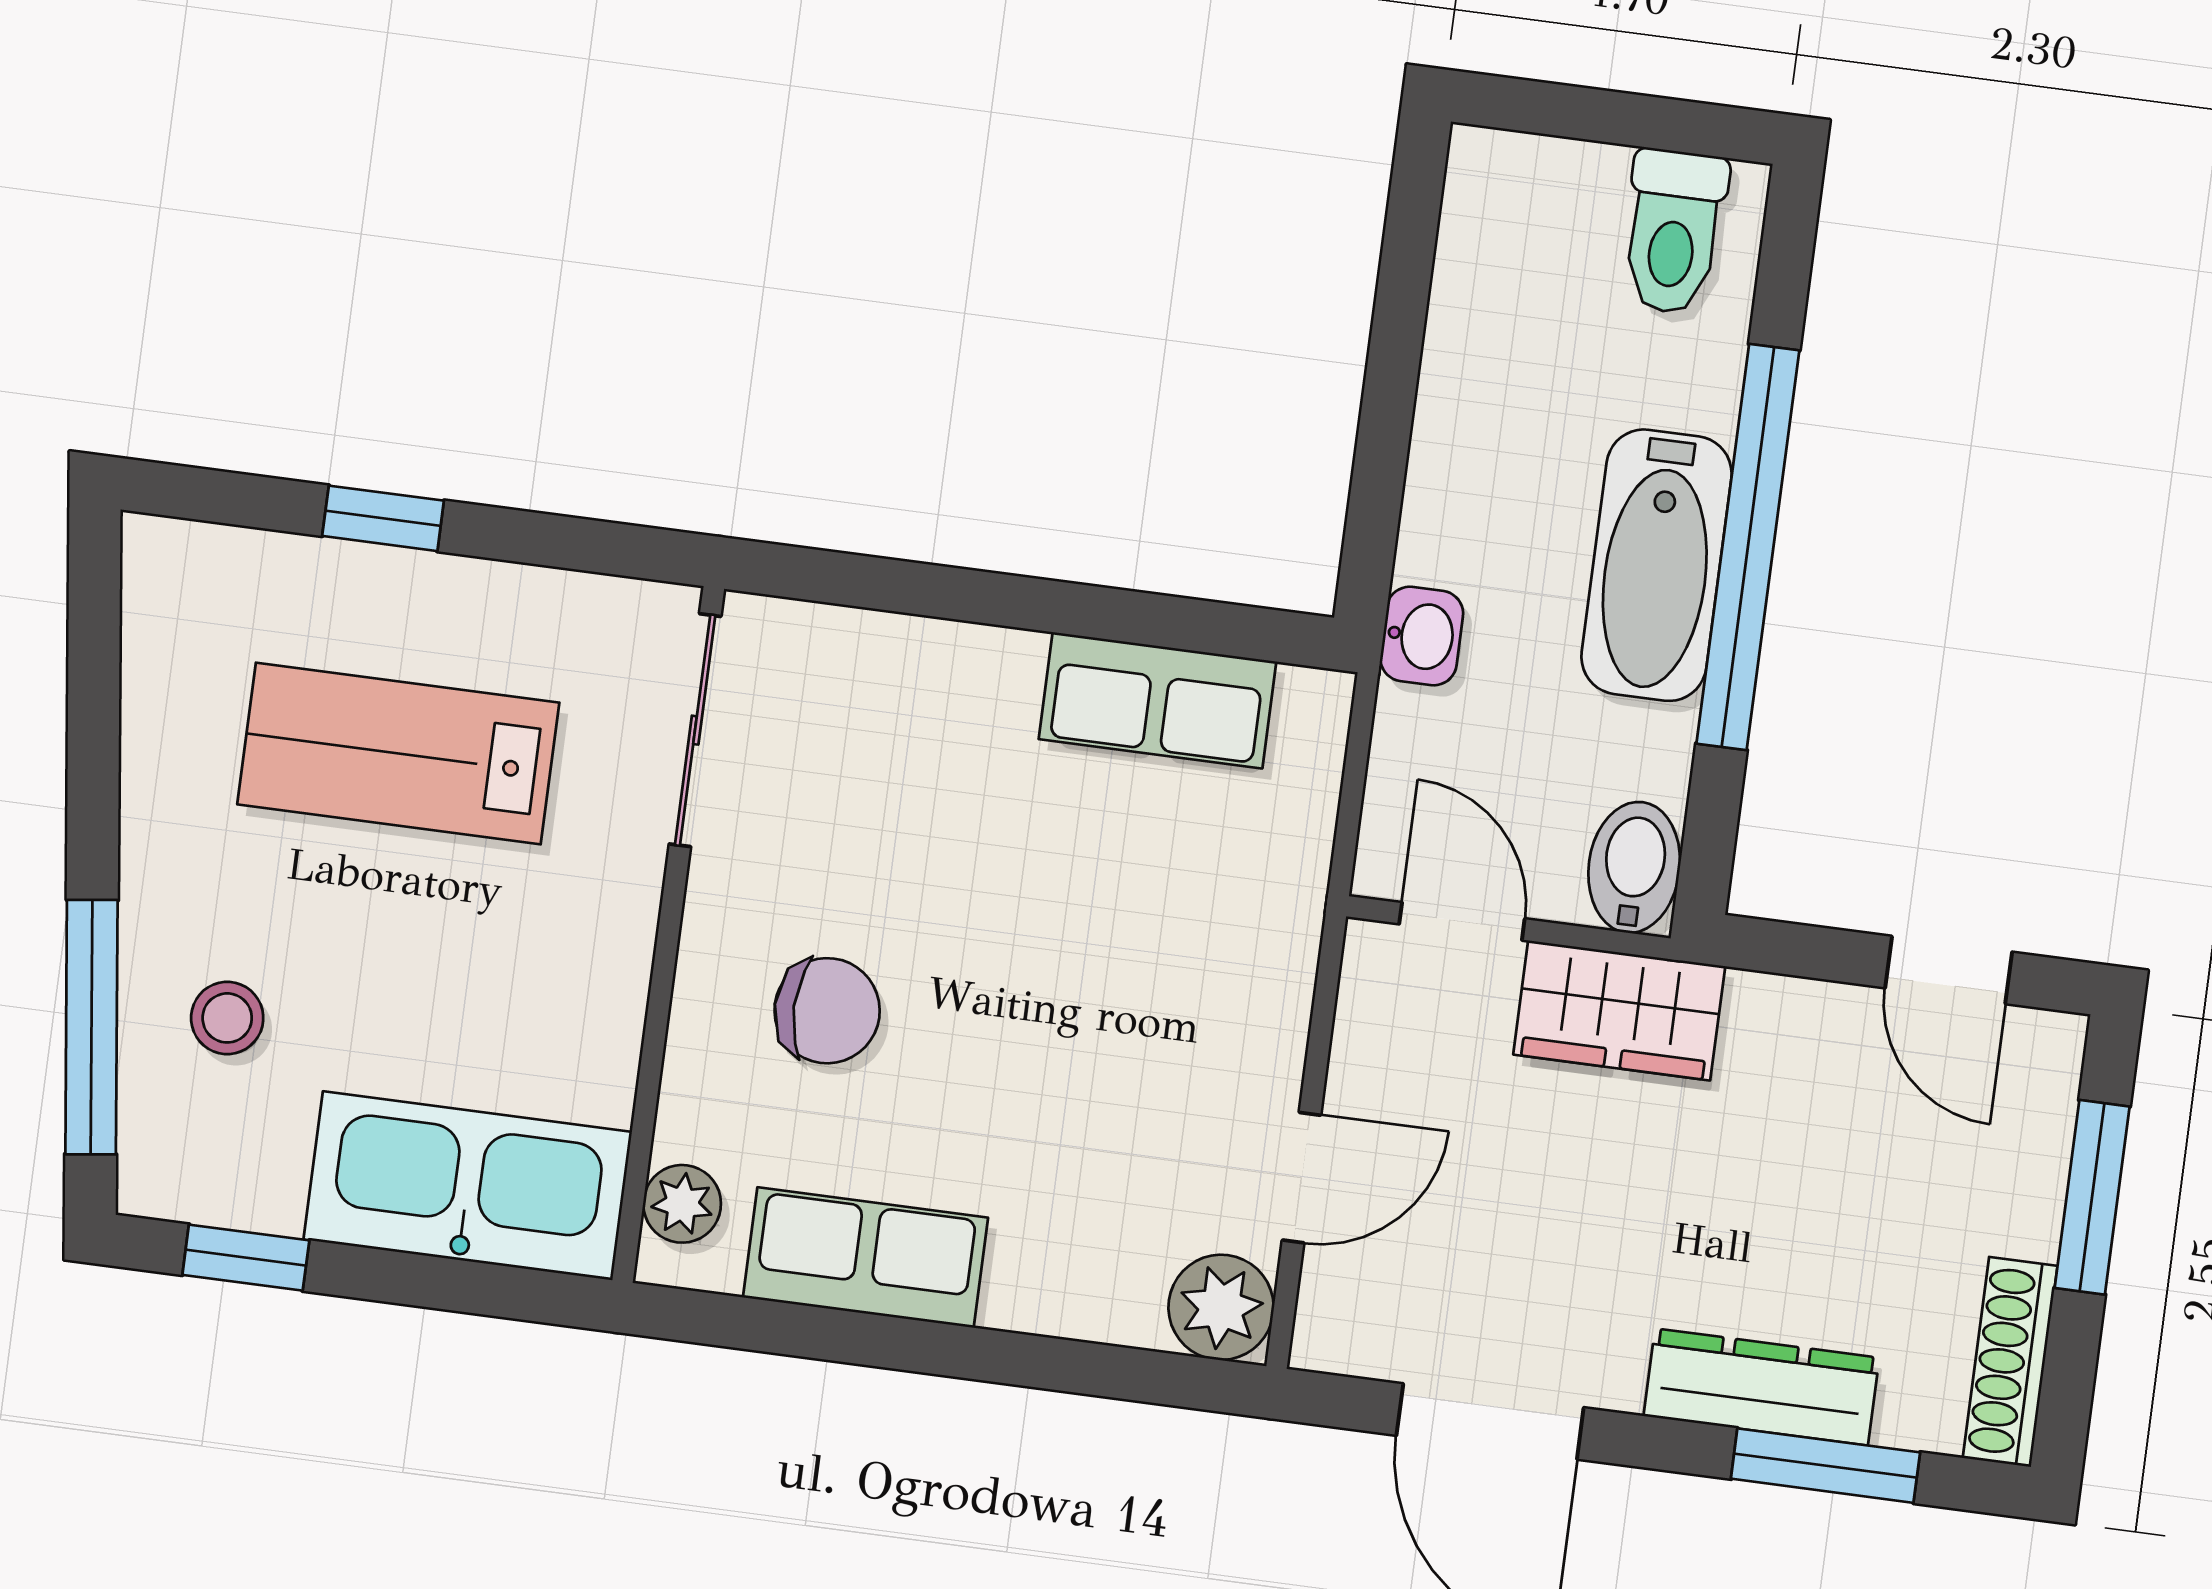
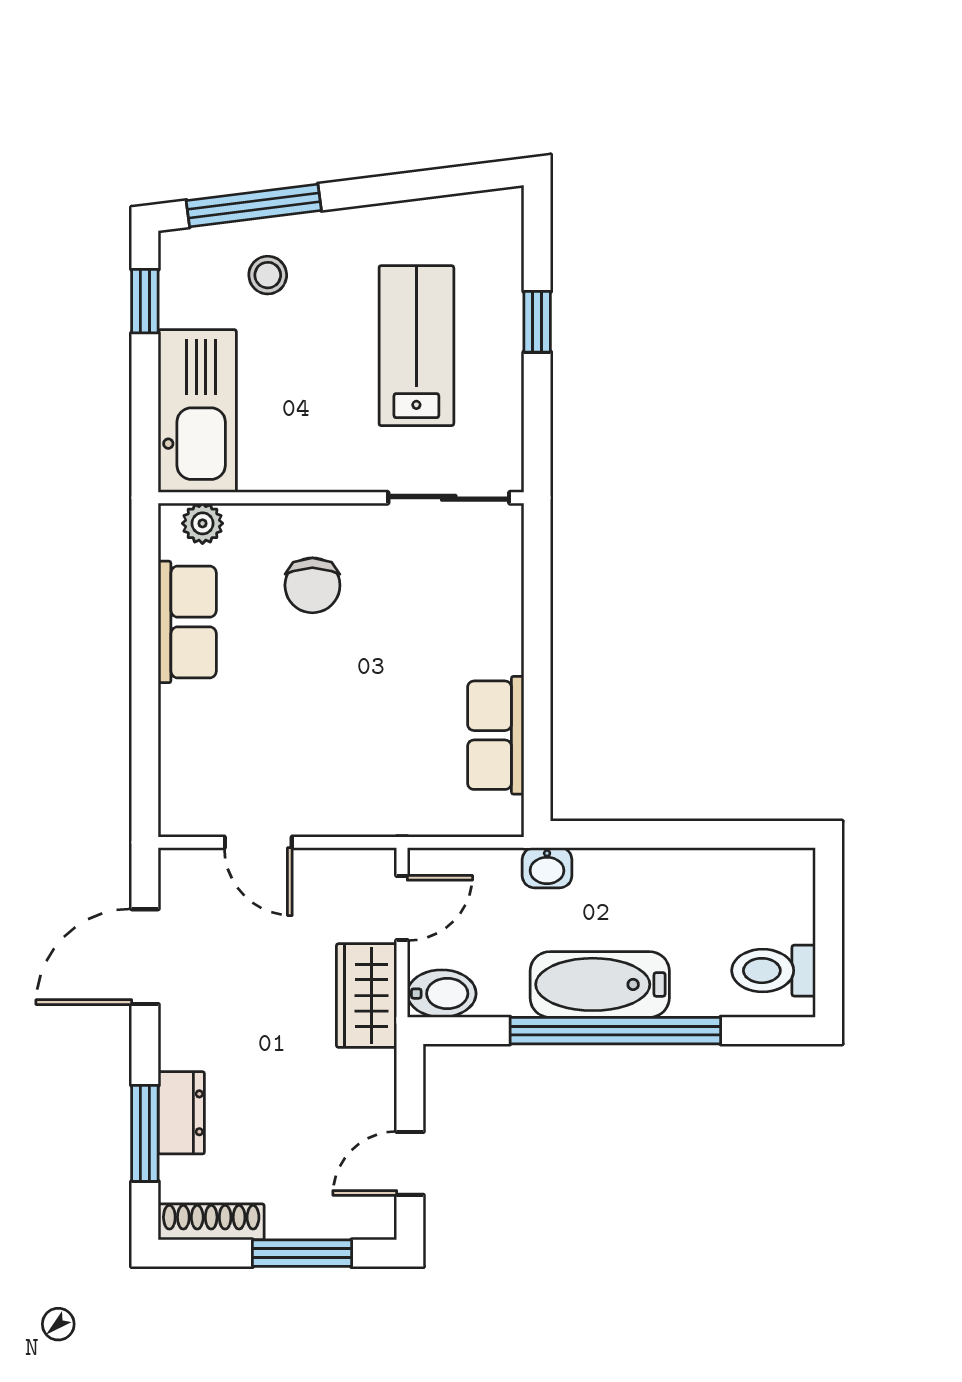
plant: (1221, 1307) -> (186, 810), removed
dresser: (1761, 1387) -> (181, 1113), width x0.70

